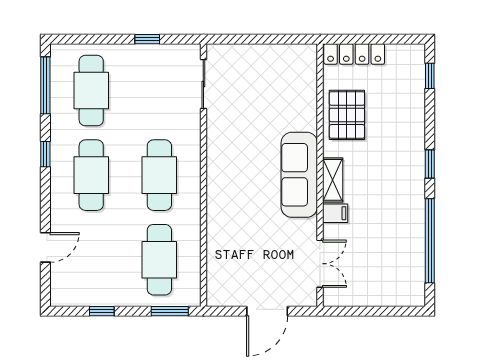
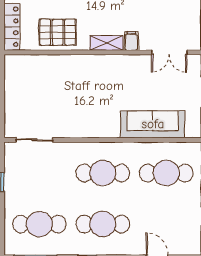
sofa: (299, 175) -> (153, 124), moved, turned 180
double door: (320, 264) -> (169, 52), swing flipped

